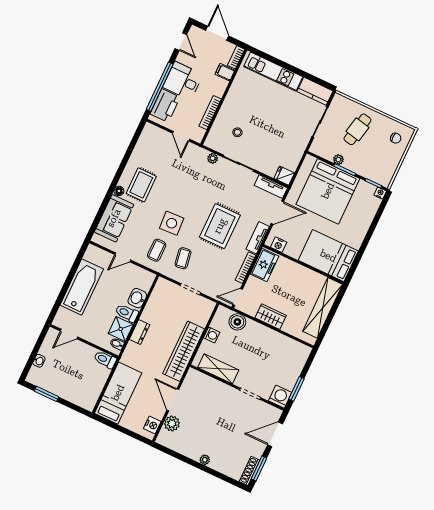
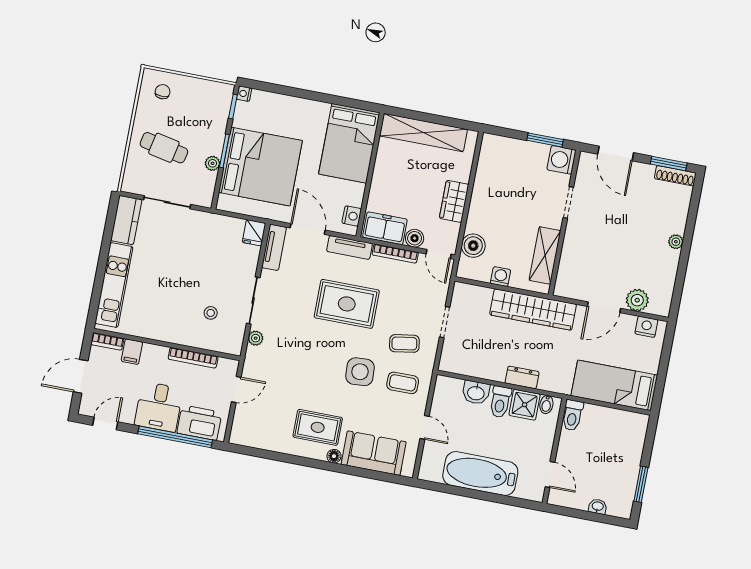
boiler: (253, 283) -> (415, 238), added

